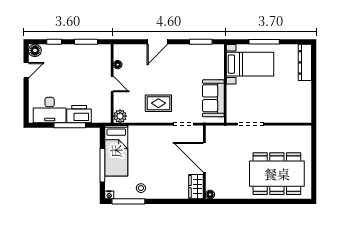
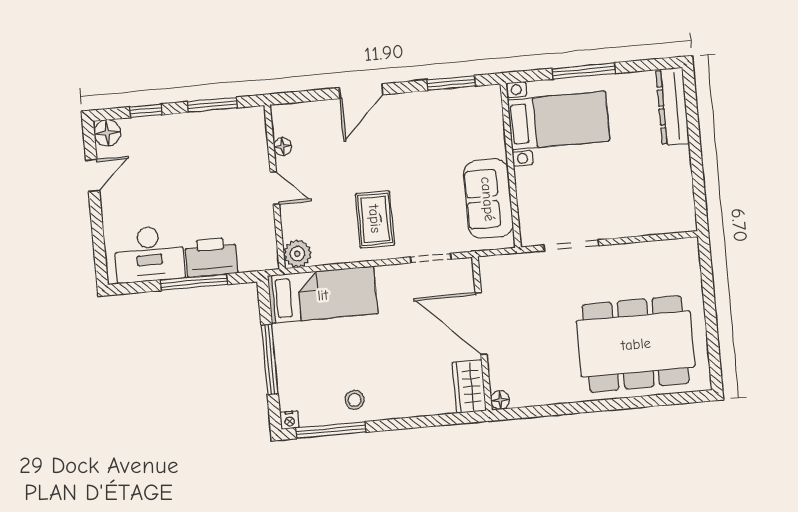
rug: (158, 103) -> (375, 219), turned 90
bed: (116, 151) -> (323, 295), moved, turned -90

